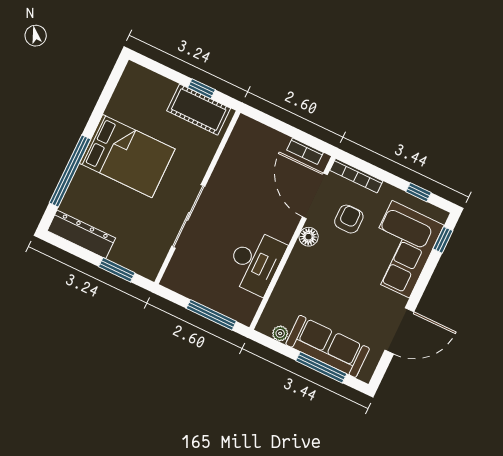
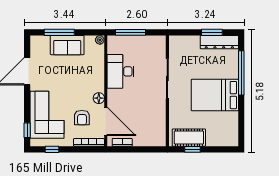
window: (117, 270) -> (212, 32), moved
plant: (280, 333) -> (100, 40), moved
sofa: (328, 346) -> (67, 45), width x0.73

